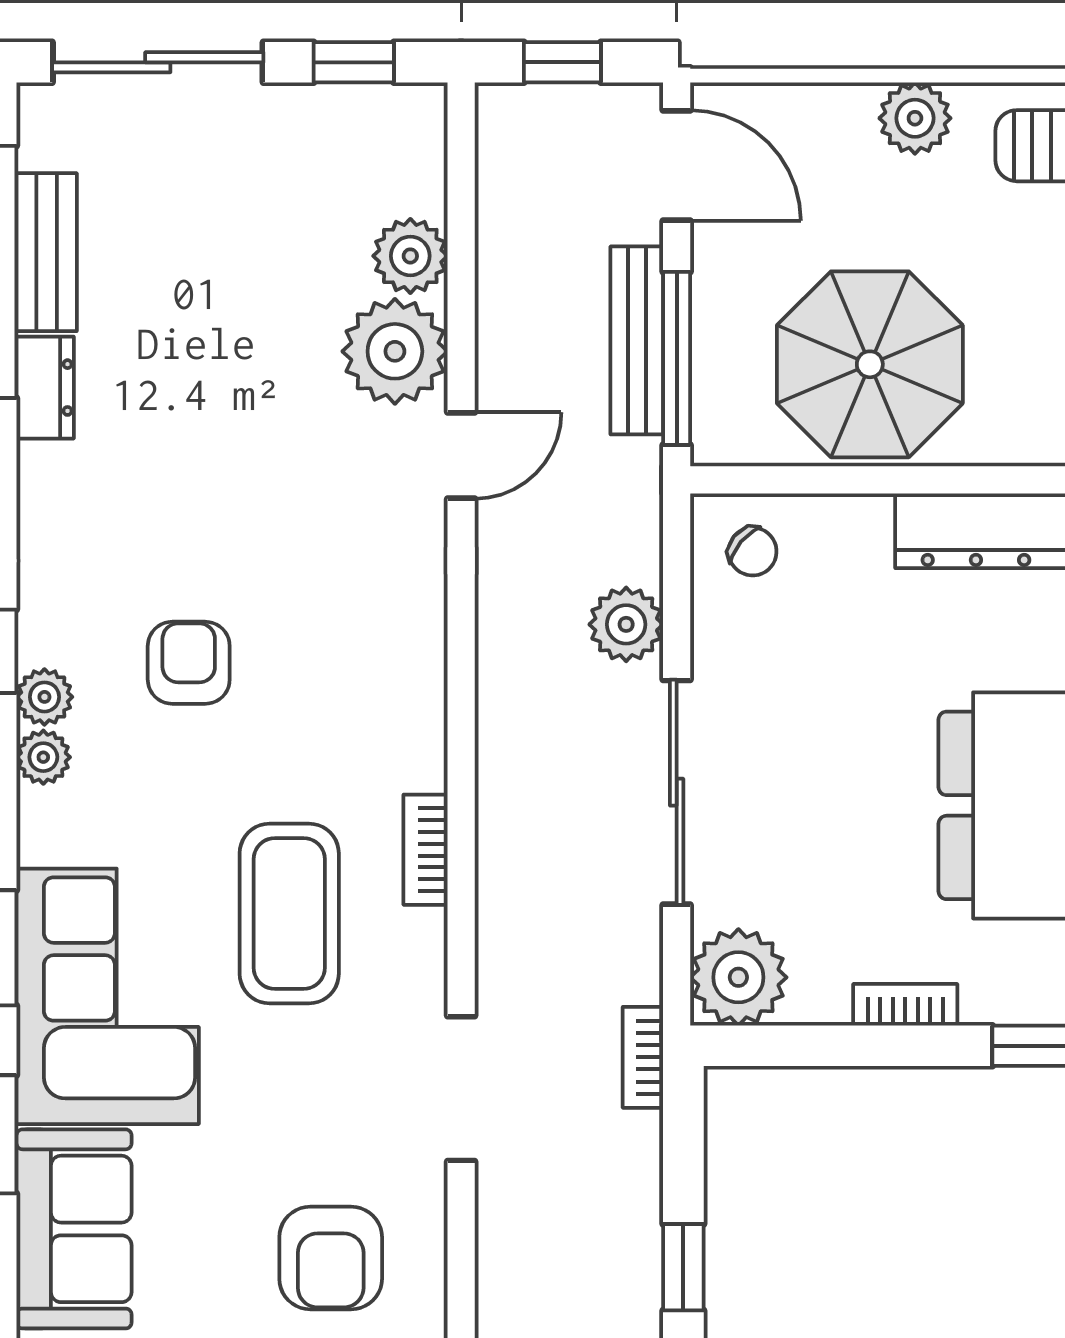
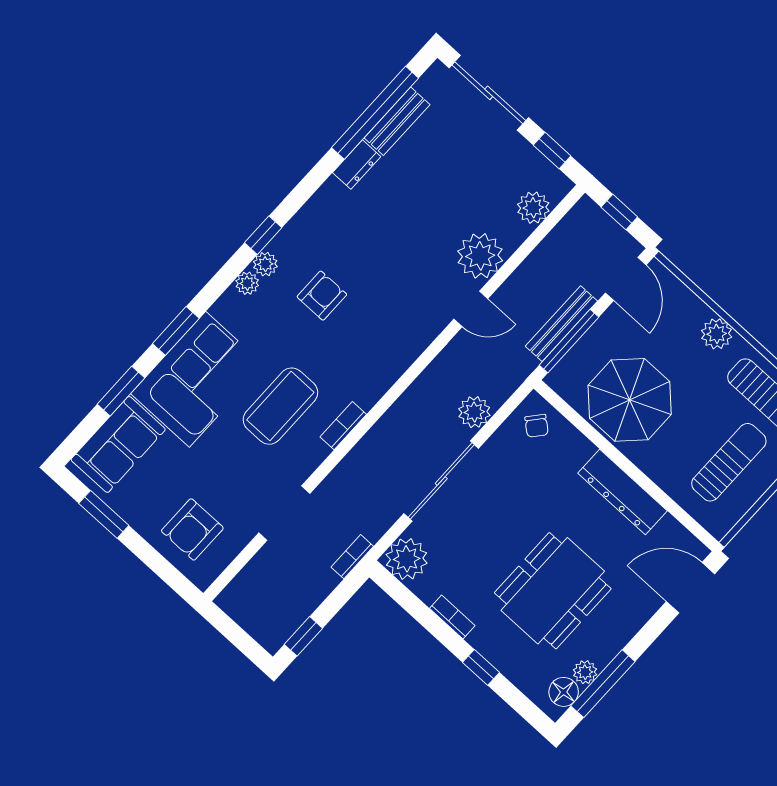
plant: (410, 256) -> (533, 208), moved

